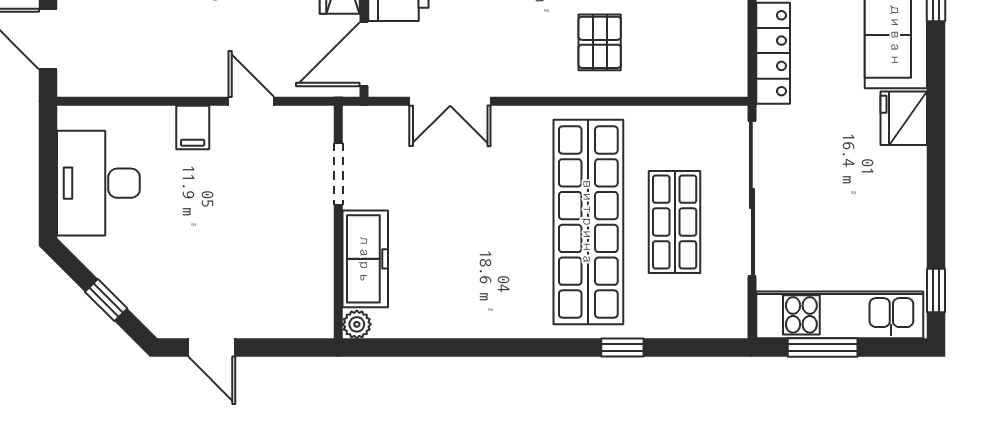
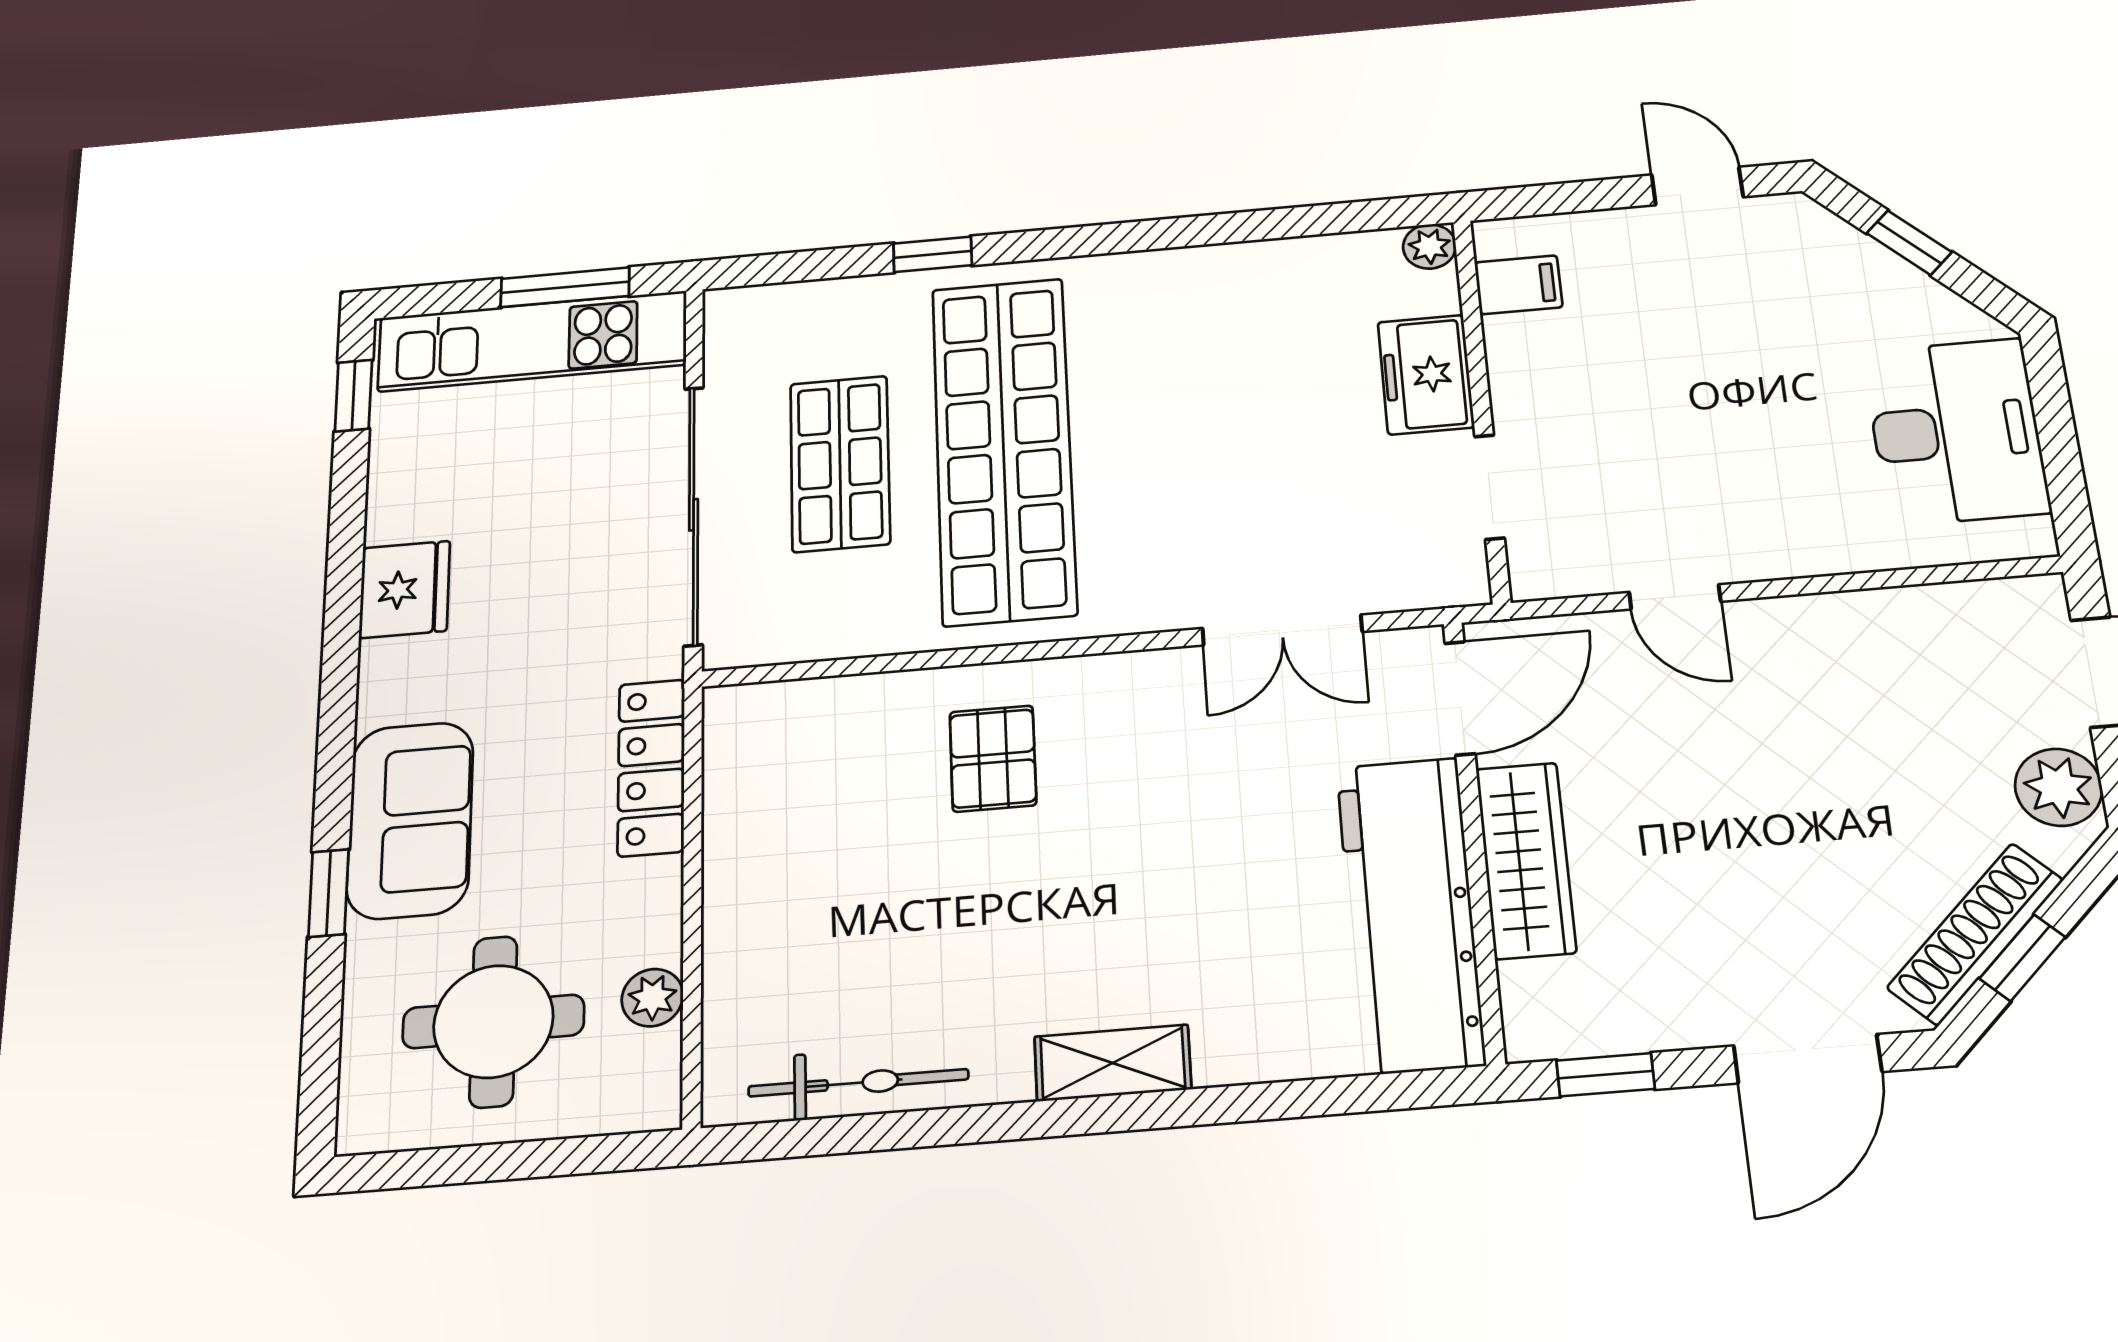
double door: (450, 101) -> (1282, 630), swing flipped
fridge: (904, 118) -> (405, 589), moved
filing cabinet: (193, 127) -> (1518, 285), moved, turned 90
freezer: (365, 259) -> (1426, 375), width x0.71

